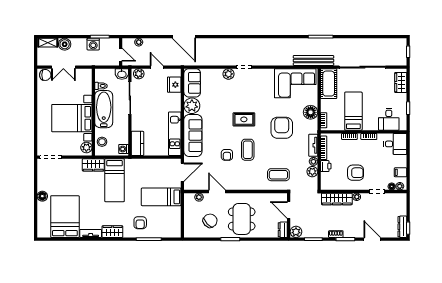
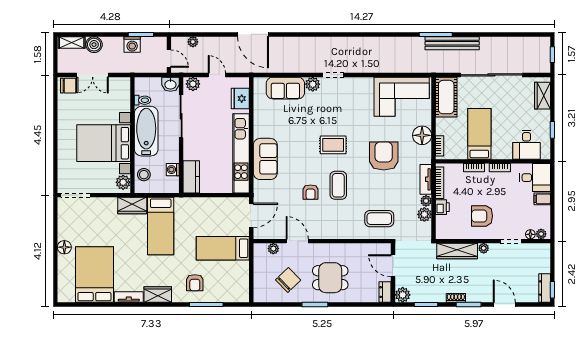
bench: (313, 60) -> (452, 43), moved
sofa: (192, 83) -> (285, 88), moved, turned 90
plant: (192, 106) -> (264, 127), removed
kitchen unit: (175, 134) -> (241, 153), width x1.36
sofa: (193, 136) -> (265, 159), width x0.73
washing machine: (124, 149) -> (173, 170), moved
filing cabinet: (401, 172) -> (542, 199), moved
armchair: (355, 173) -> (482, 216), turned 180
dining table: (242, 219) -> (330, 278), width x0.73

